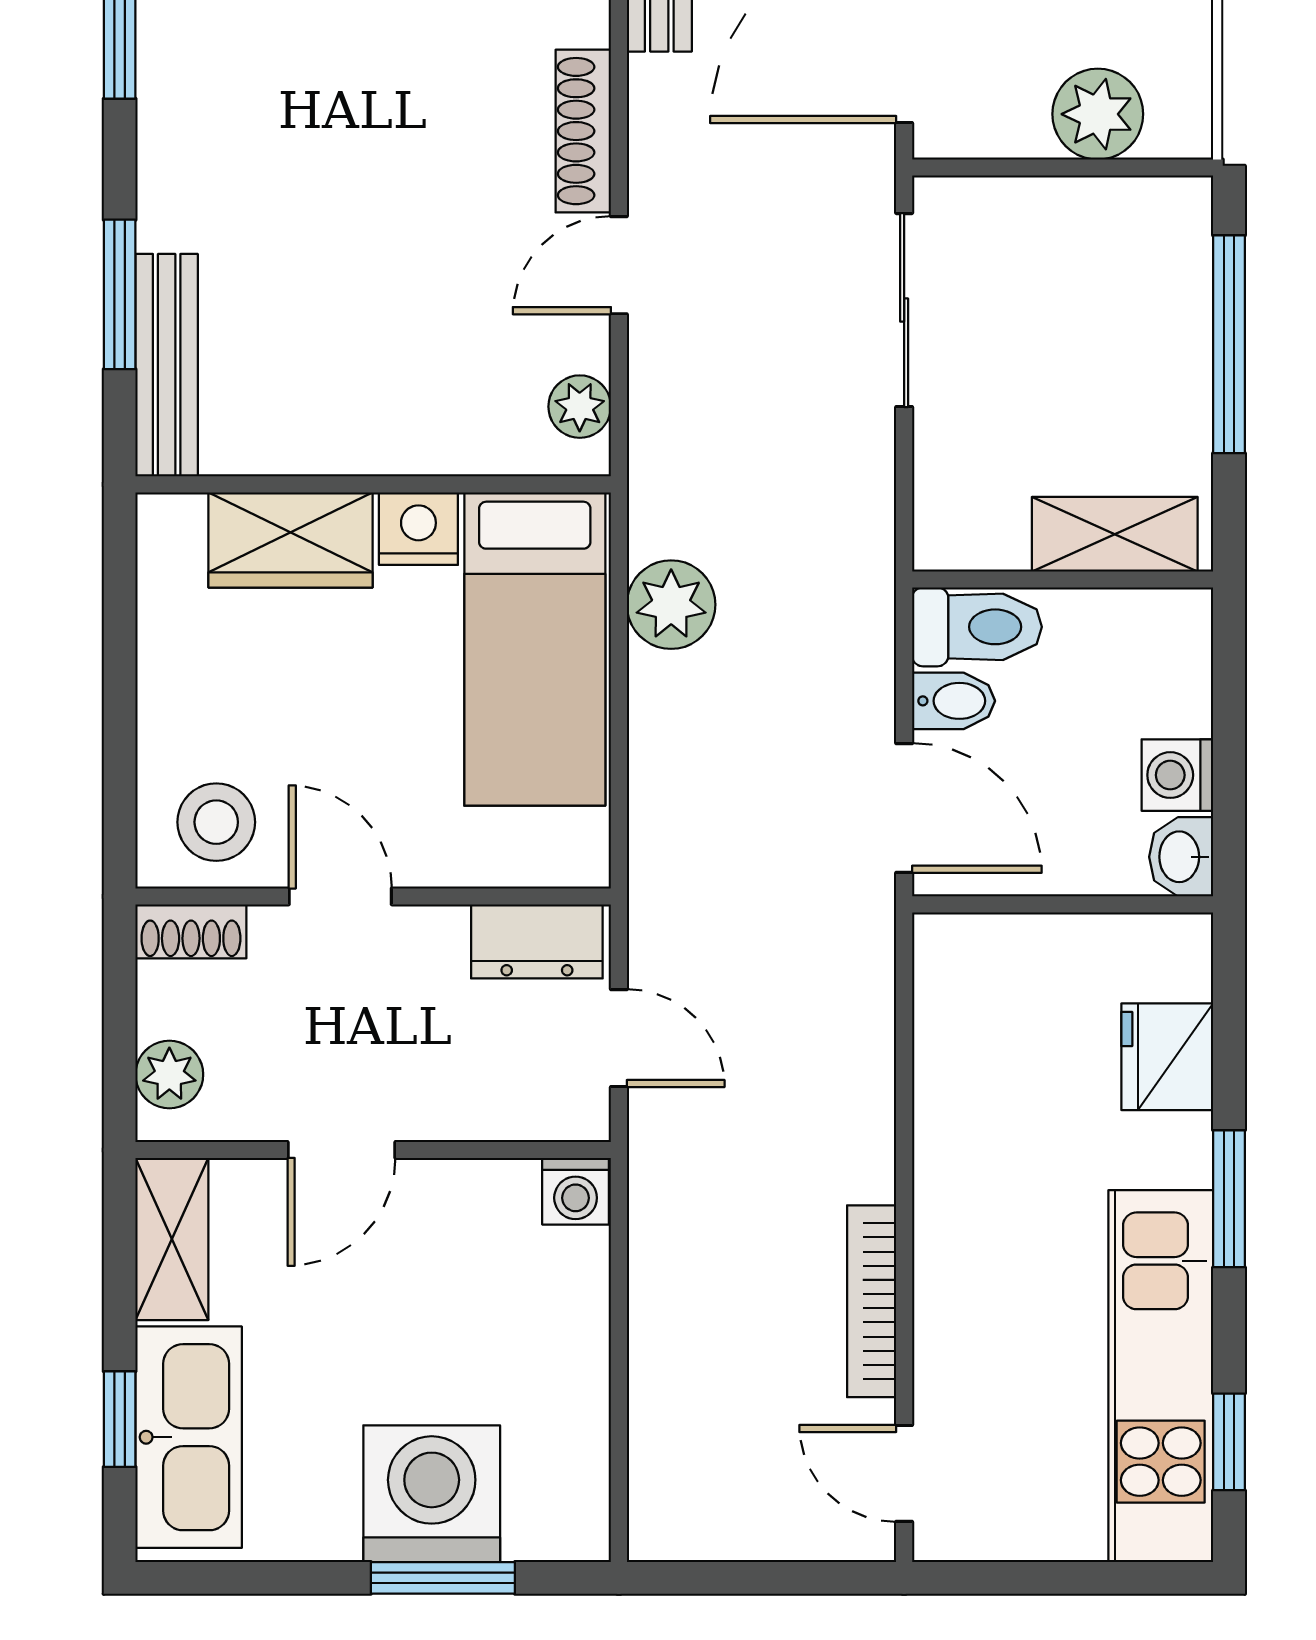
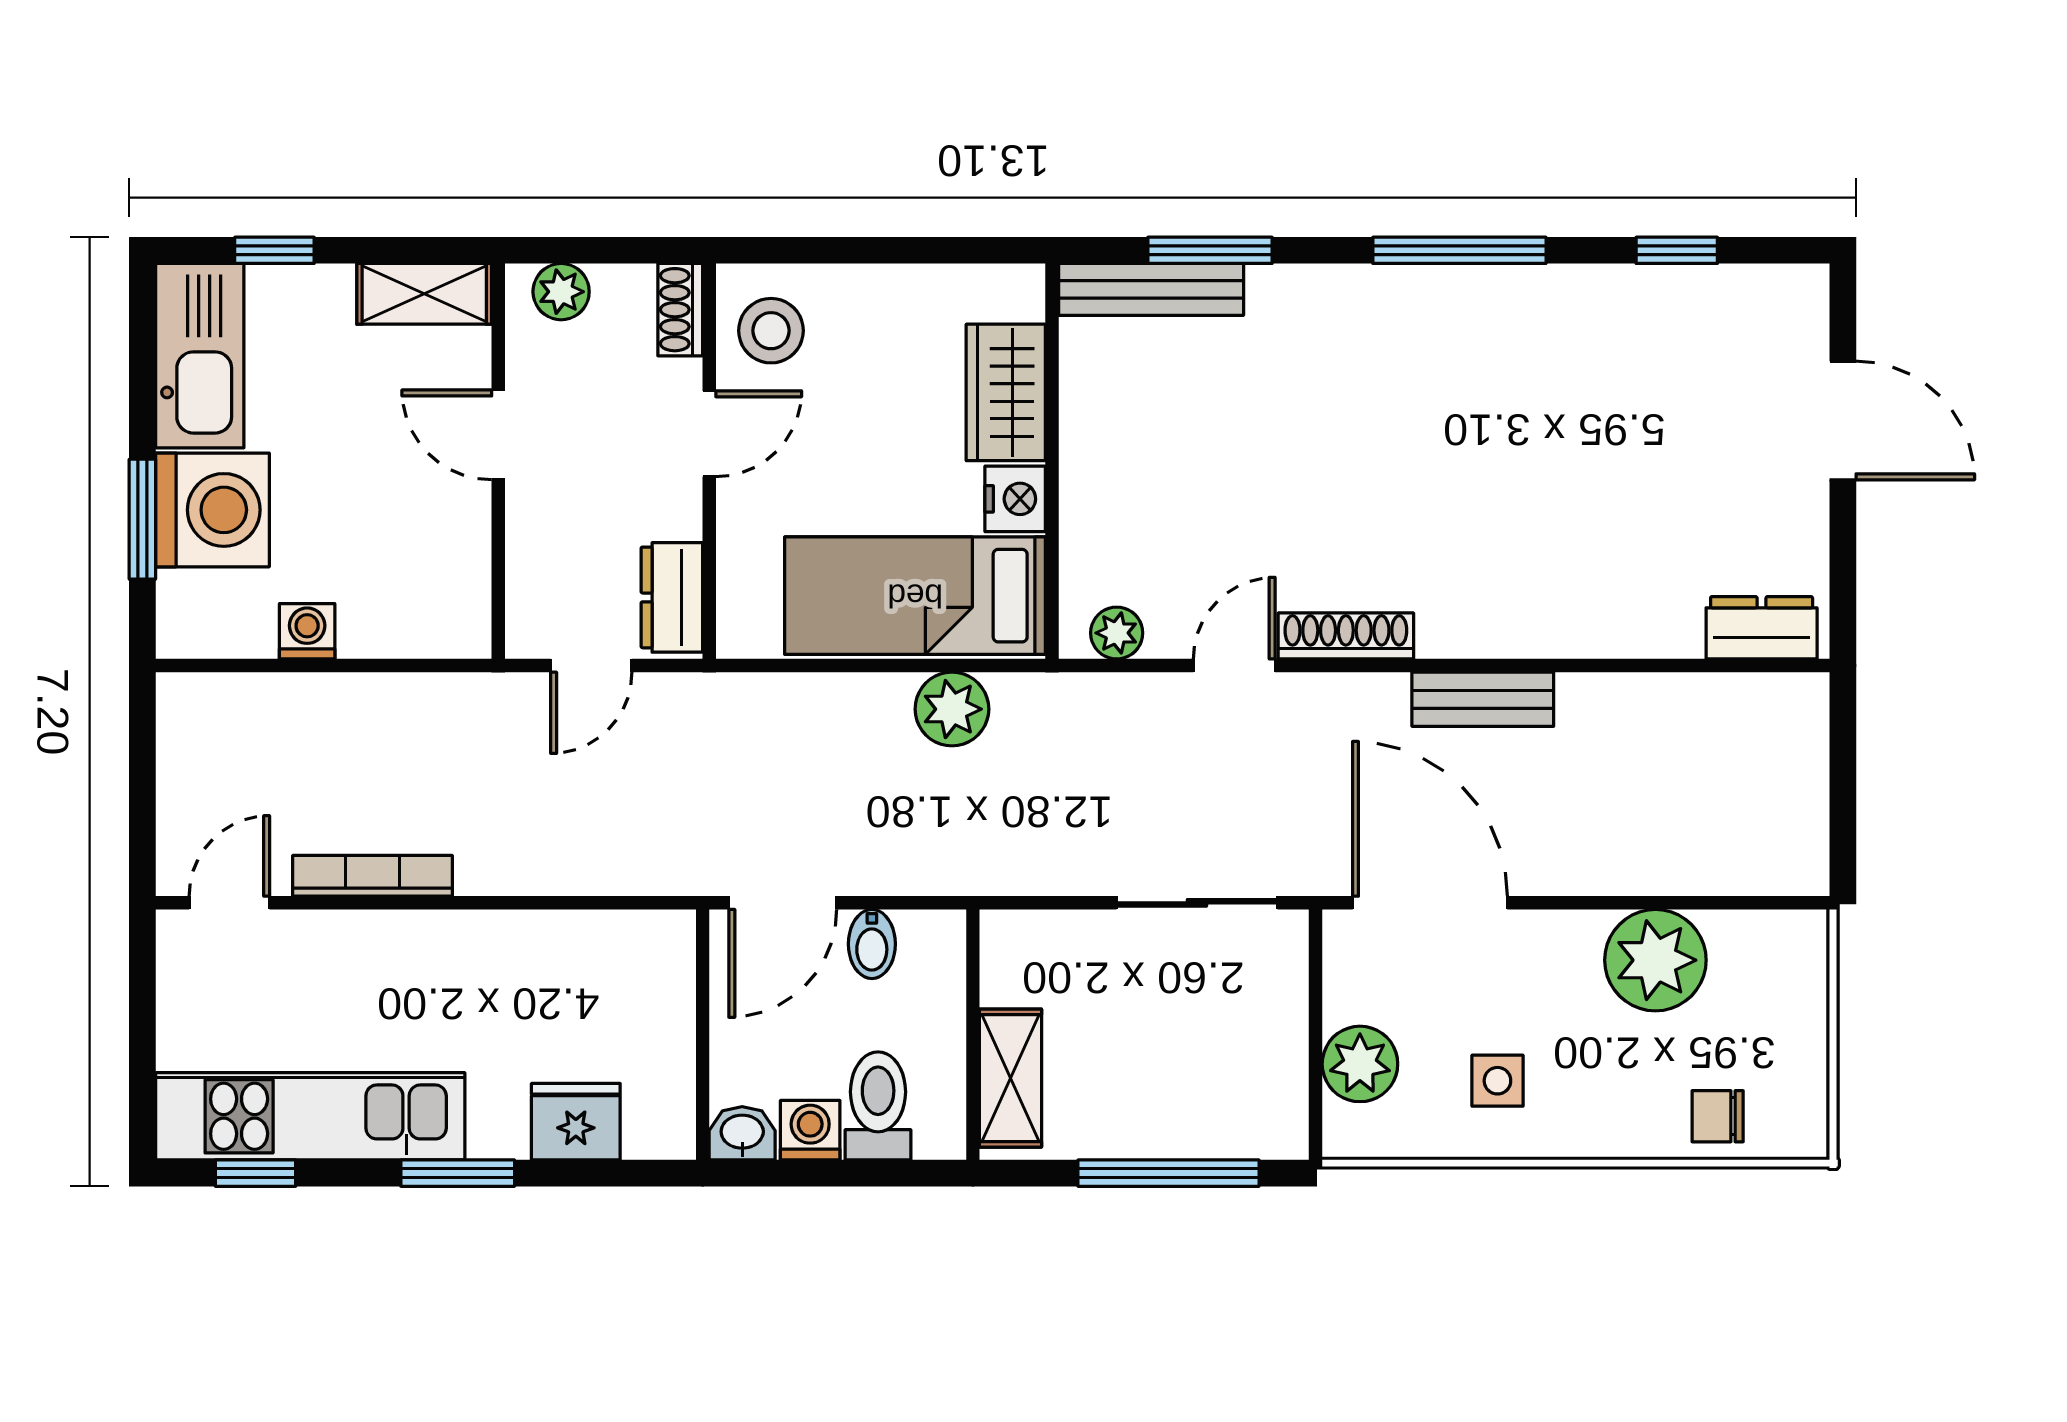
door: (619, 265) -> (1234, 666), hinge flipped
toilet: (977, 627) -> (878, 1106), moved, turned 180
washing machine: (576, 1191) -> (307, 631), moved, turned 90
kitchen sink: (189, 1437) -> (200, 356), moved, turned -90

